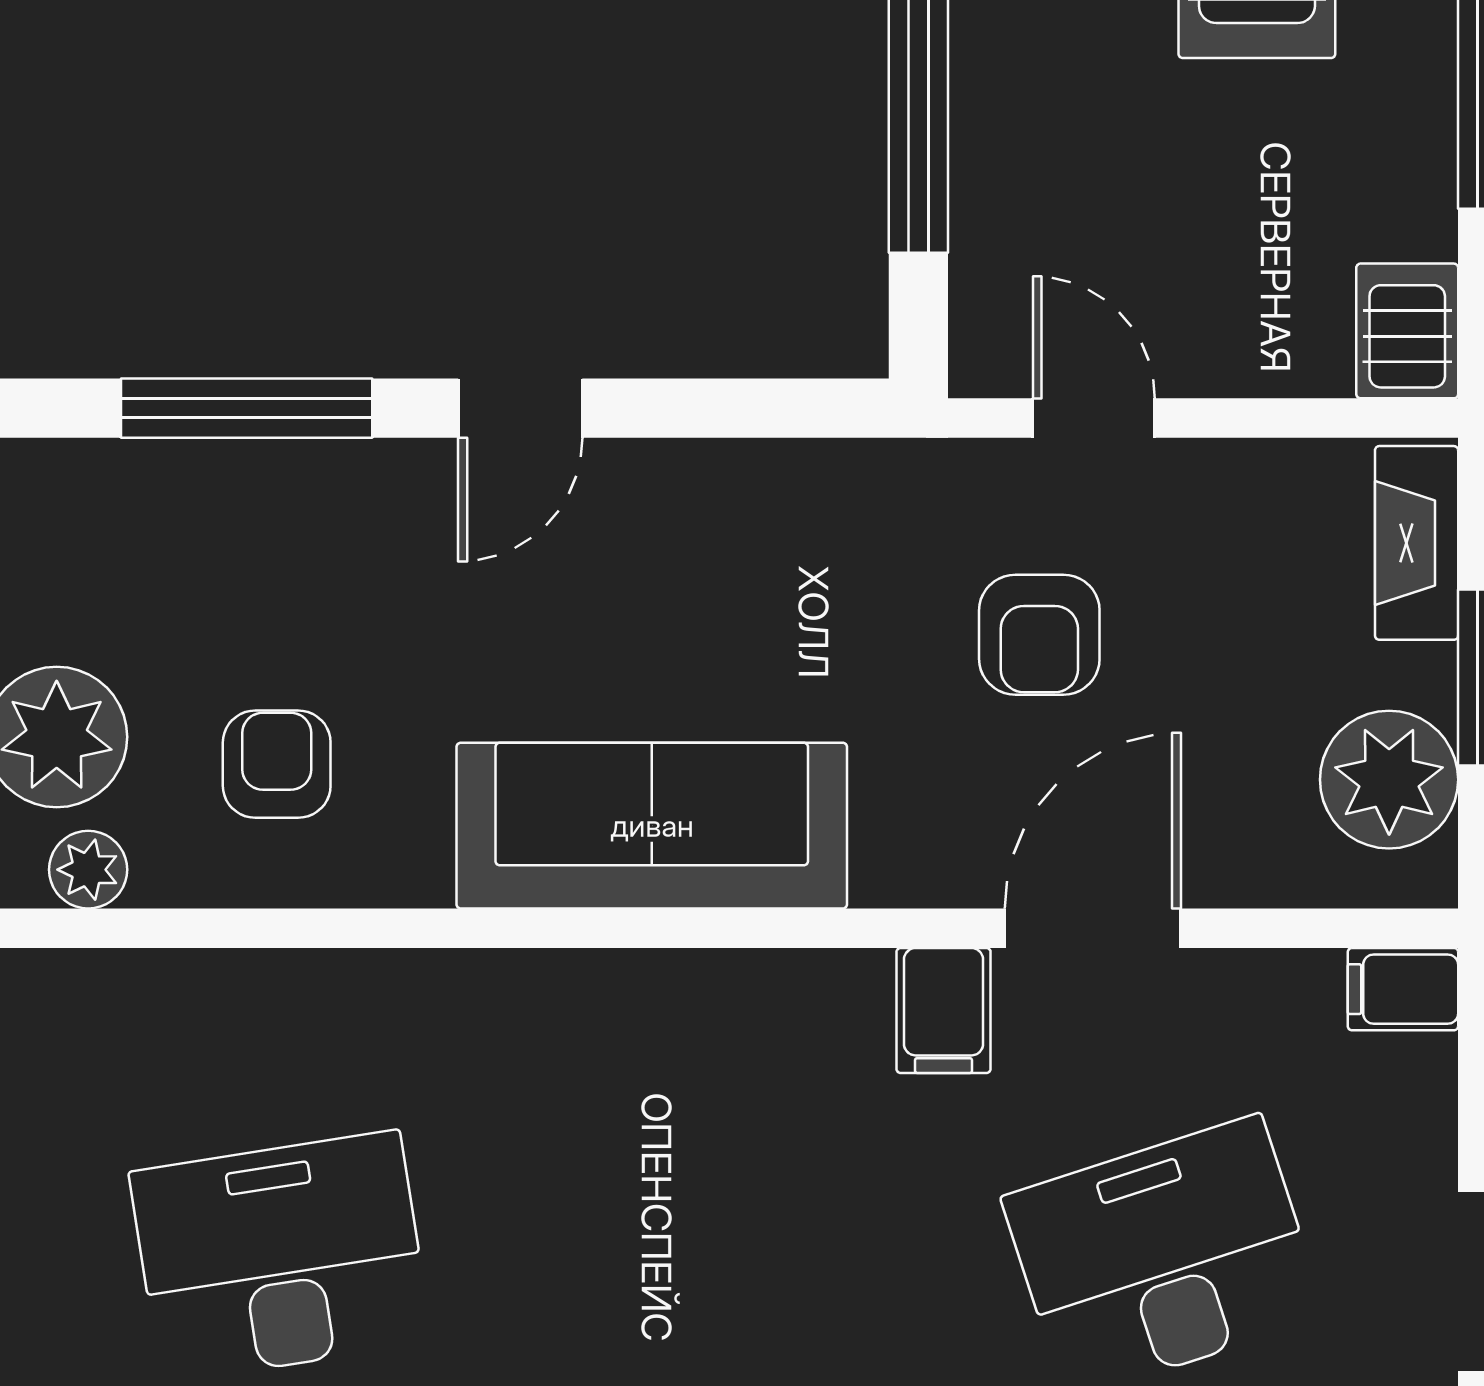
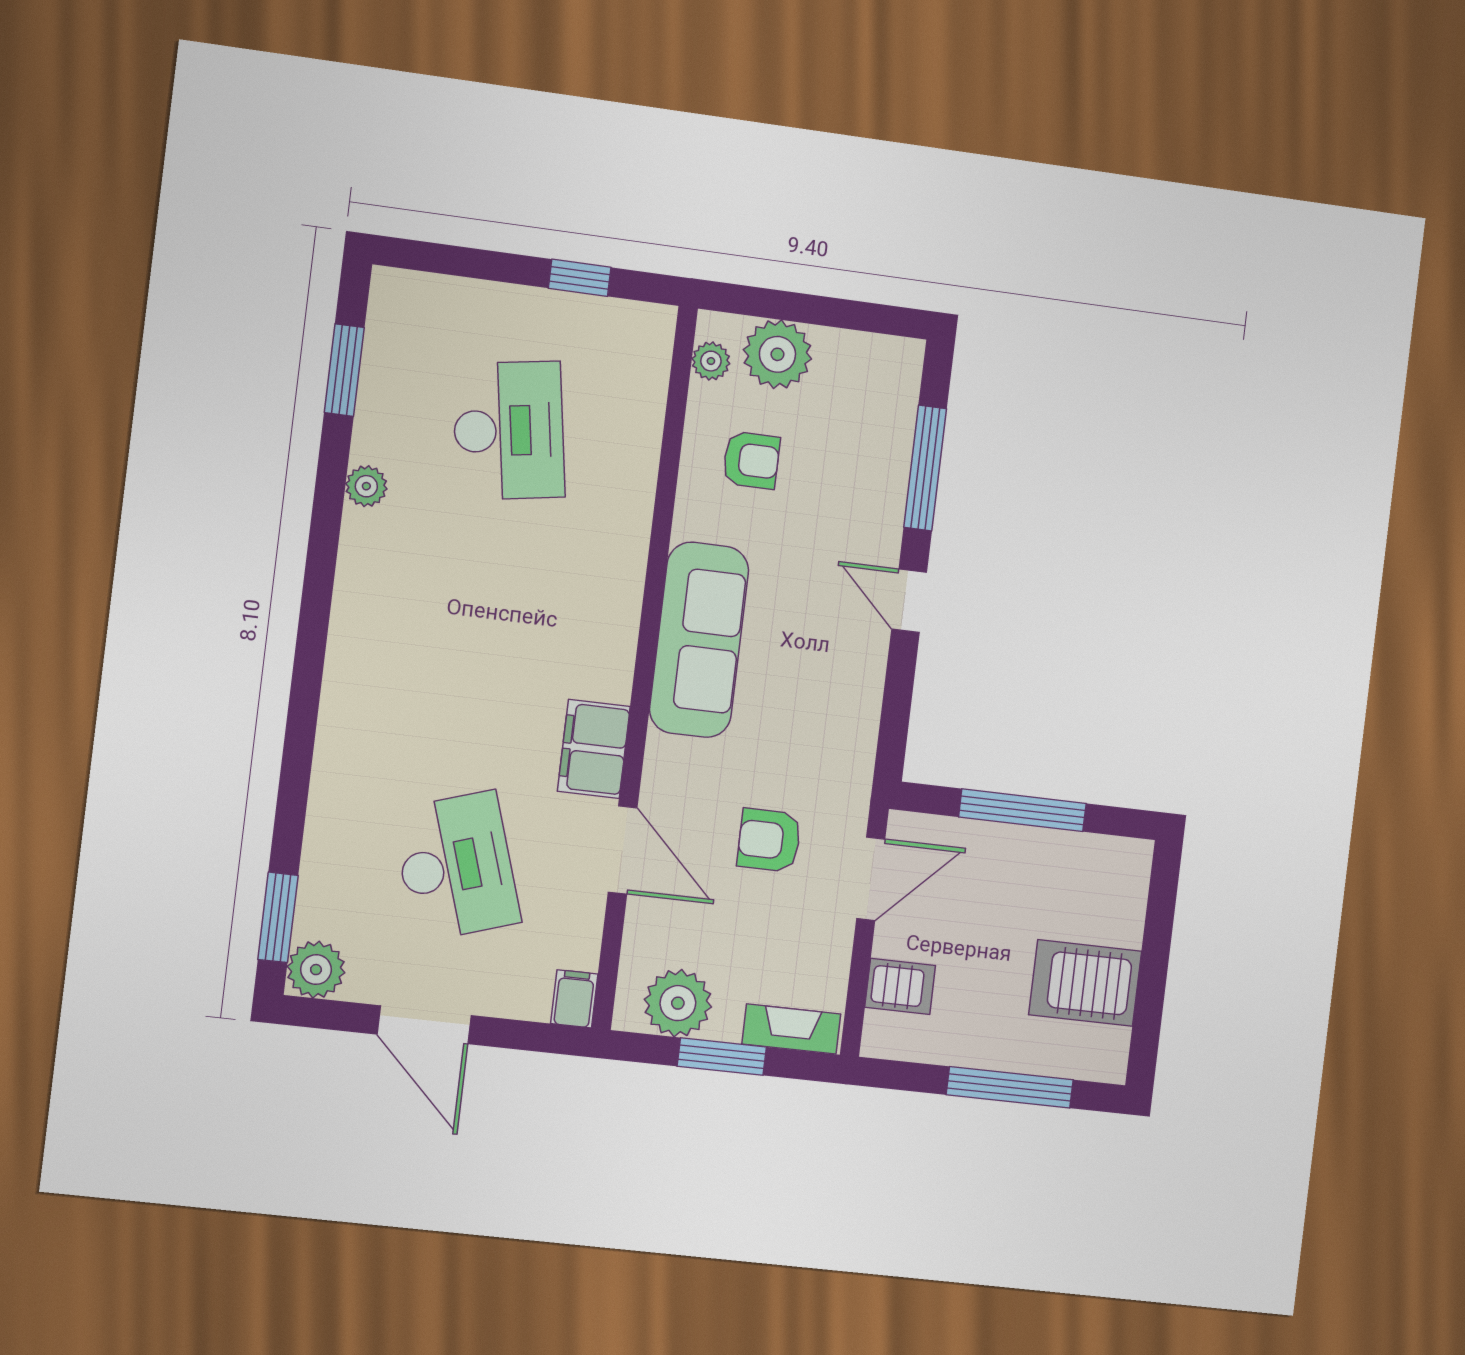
server rack: (1407, 331) -> (900, 986), moved
door: (1094, 418) -> (871, 879), width x1.38
filing cabinet: (944, 1010) -> (594, 749), width x2.00

